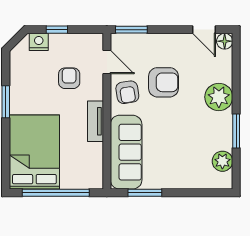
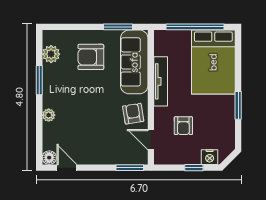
armchair: (164, 82) -> (91, 57), moved
plant: (219, 97) -> (49, 115), width x0.53, depth x0.53
tv unit: (95, 121) -> (161, 81), width x1.41

